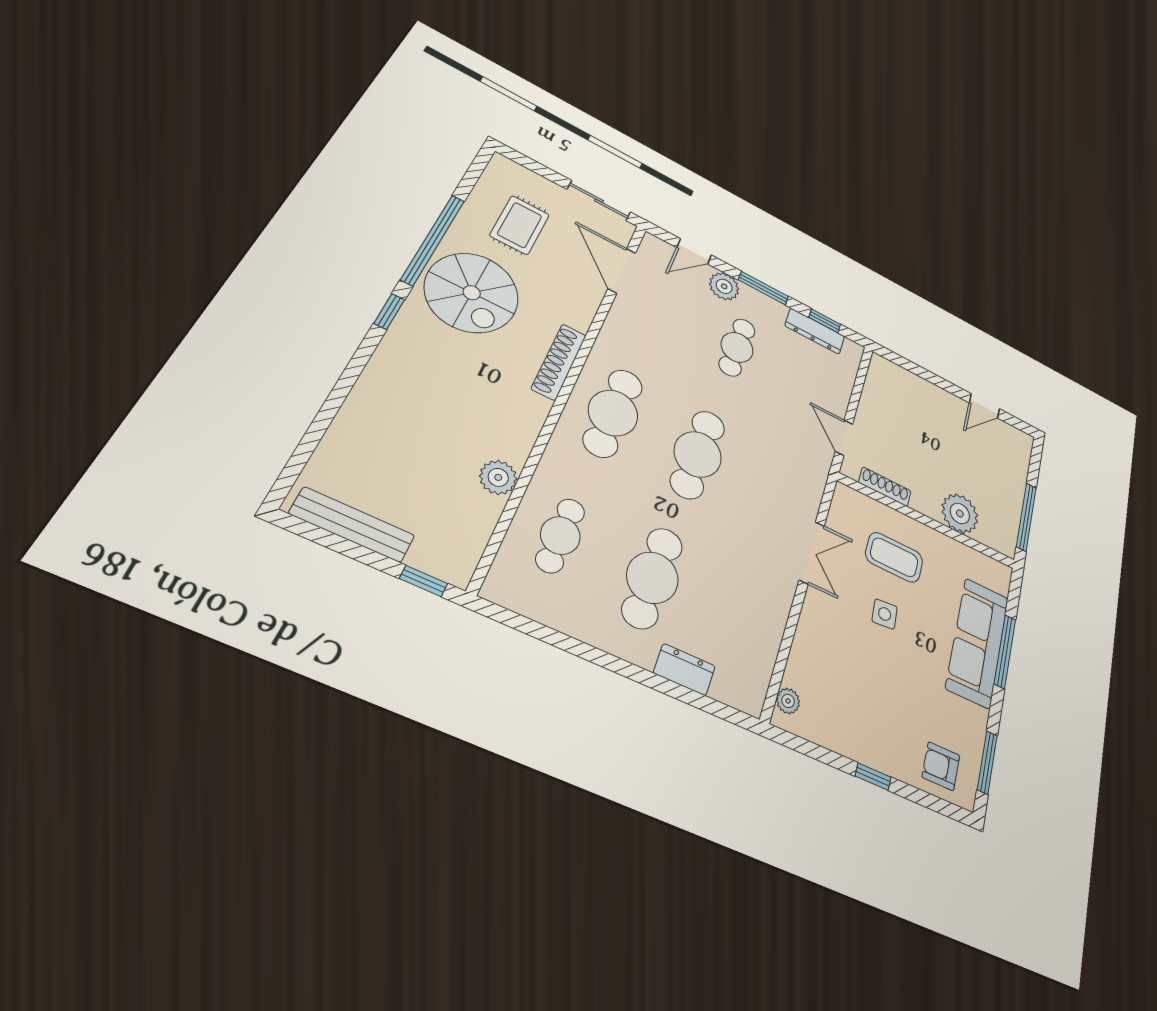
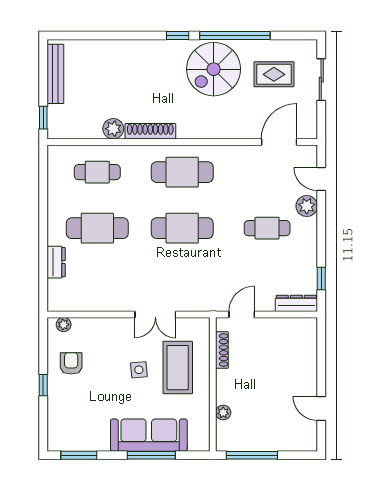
sliding door: (599, 201) -> (321, 80), moved
window: (763, 288) -> (321, 231), removed
dresser: (815, 331) -> (296, 303), moved, turned 90
shoe rack: (559, 362) -> (150, 131), moved
plant: (960, 513) -> (223, 412), width x0.53, depth x0.53
coffee table: (894, 557) -> (178, 368), width x1.36, depth x1.32
armchair: (941, 766) -> (71, 363), moved

